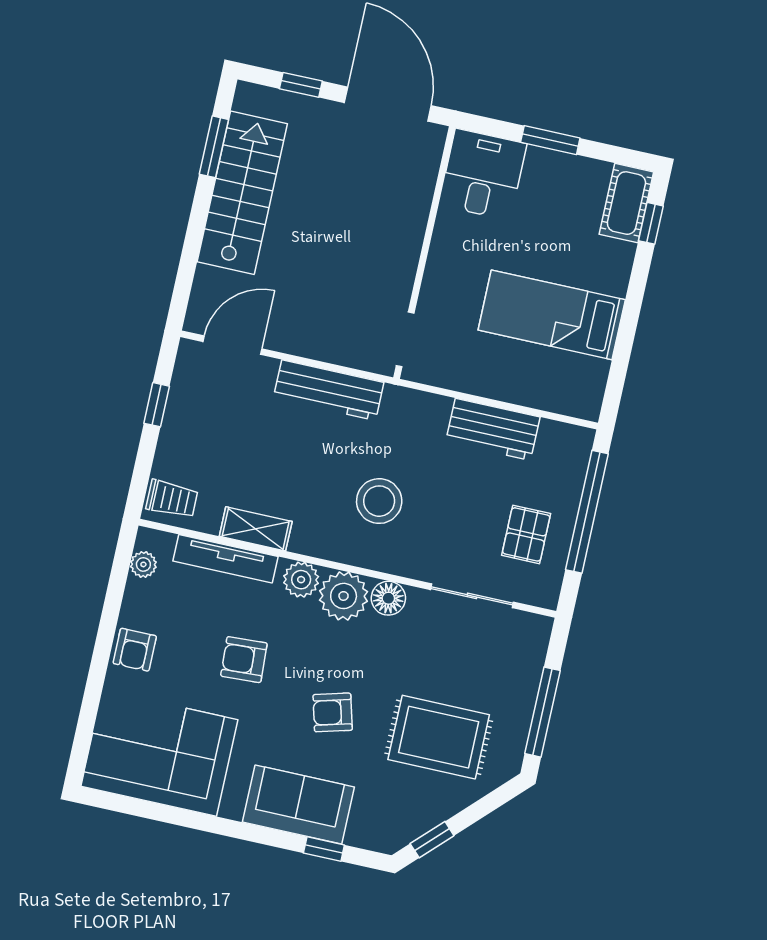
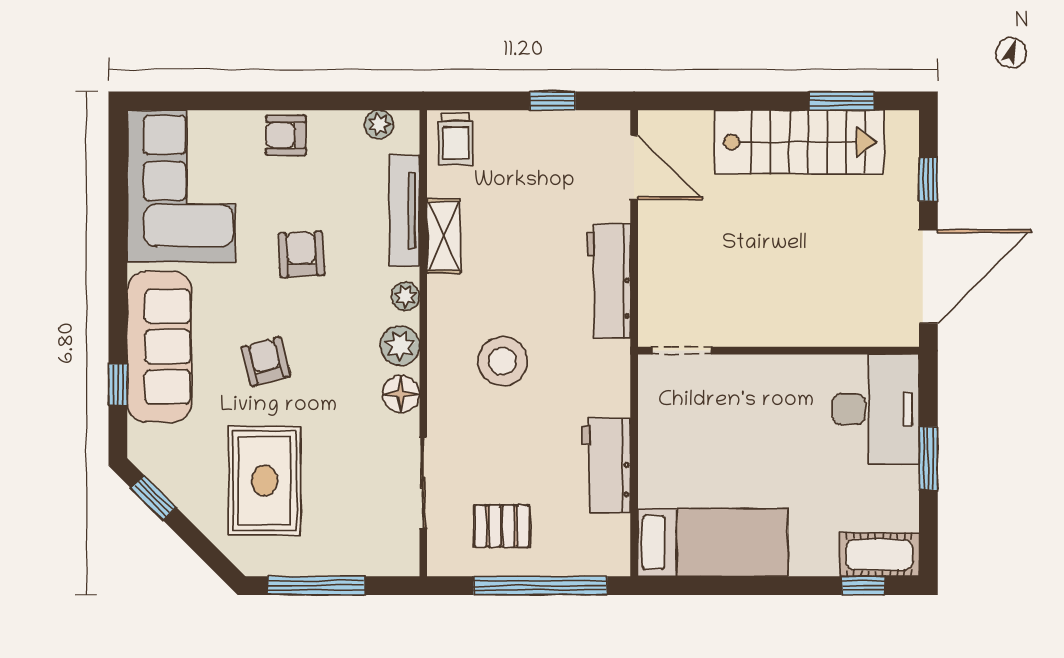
desk: (483, 174) -> (876, 409), width x1.37
bed: (552, 315) -> (713, 543), moved, turned 90
plant: (301, 580) -> (405, 296), width x0.73, depth x0.73
plant: (344, 596) -> (400, 346), width x0.73, depth x0.73
sofa: (298, 804) -> (159, 347), width x1.36

